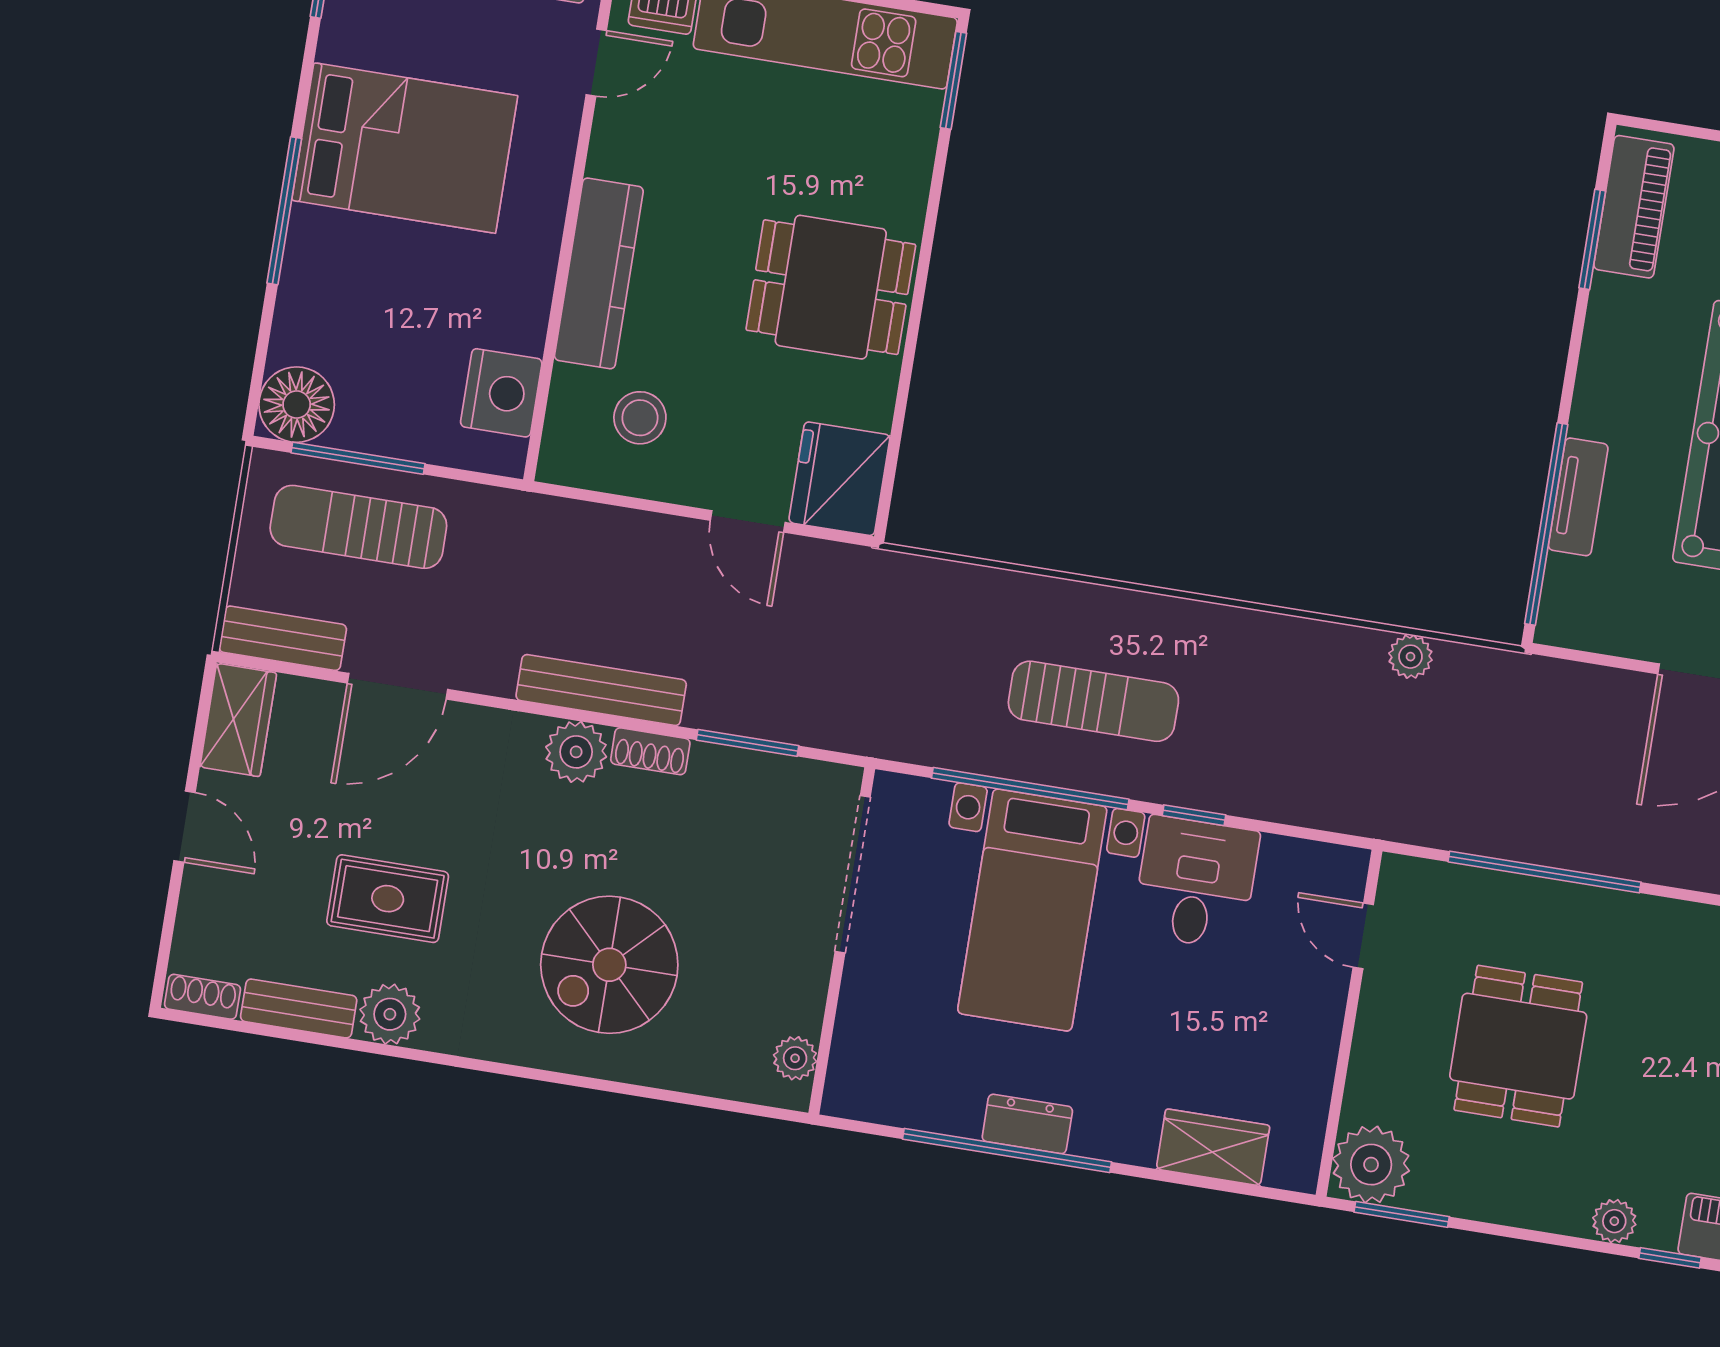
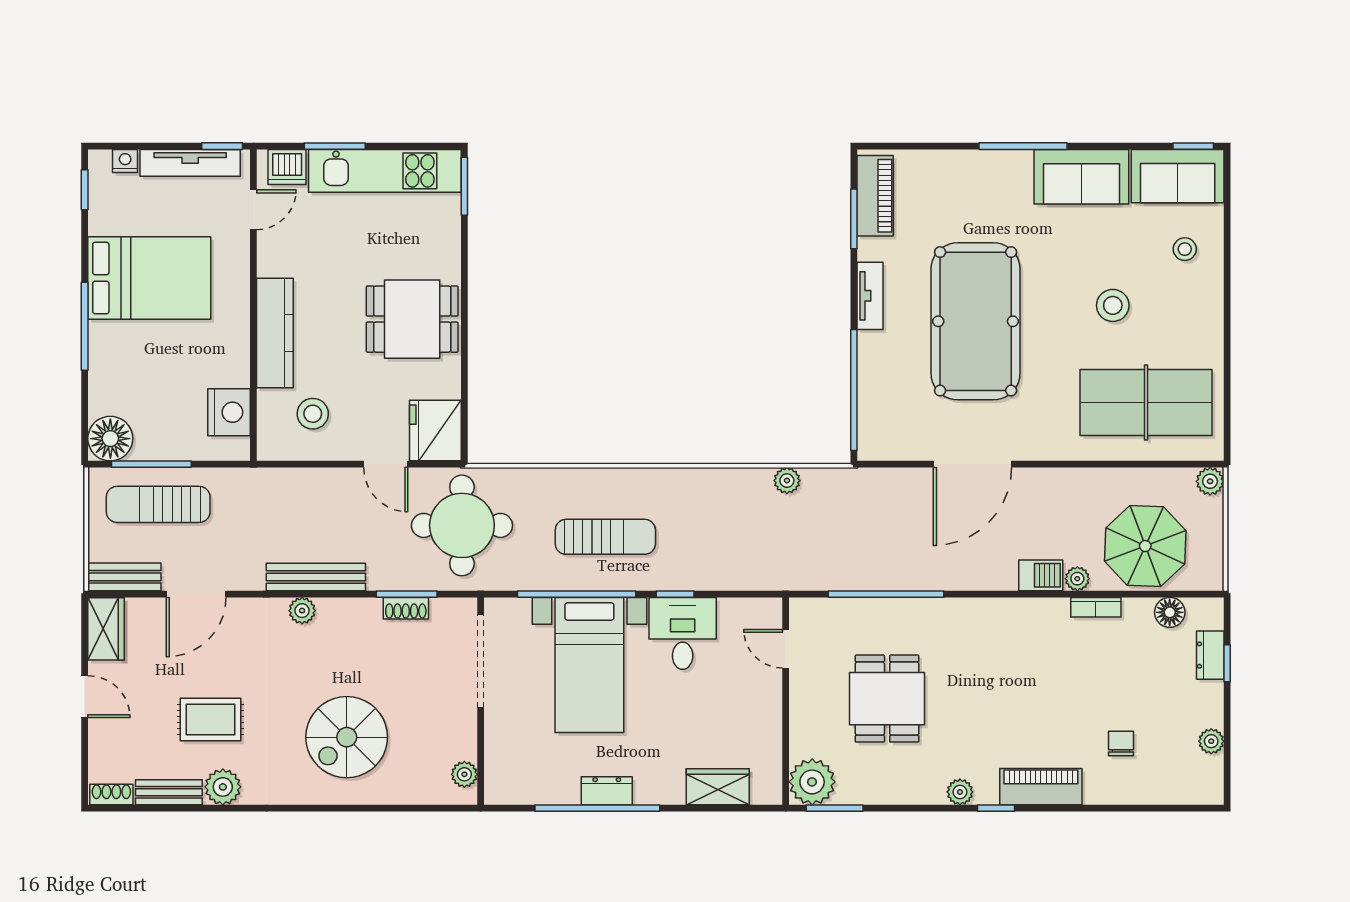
tv unit: (1578, 497) -> (870, 296), moved
round table: (858, 644) -> (462, 525), added
shoe rack: (650, 751) -> (406, 608), moved
plant: (576, 752) -> (302, 611), width x0.73, depth x0.73

